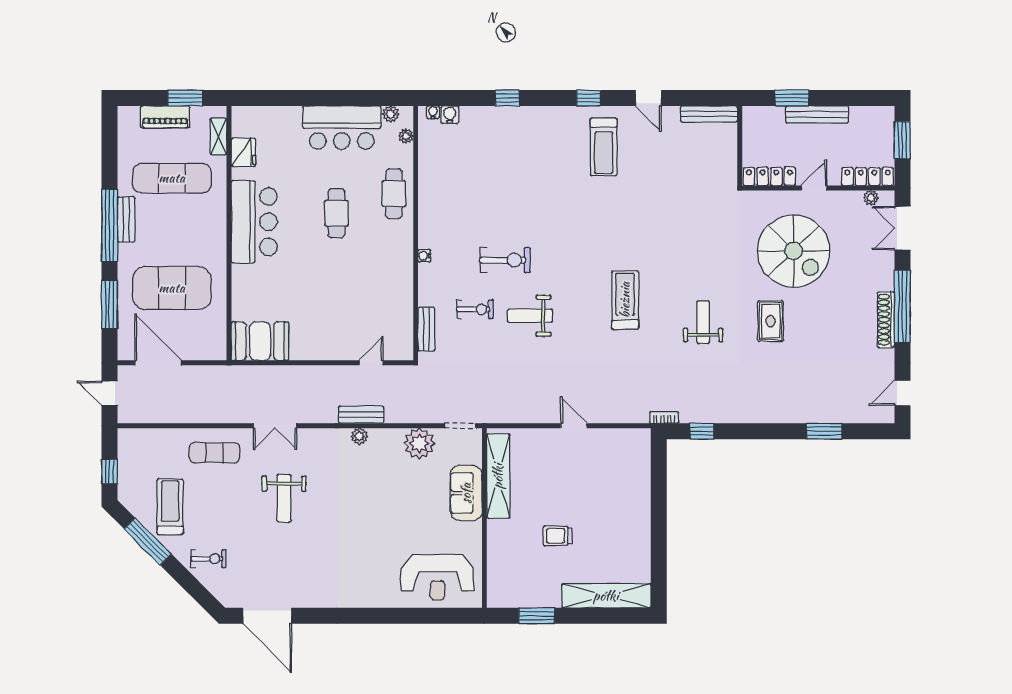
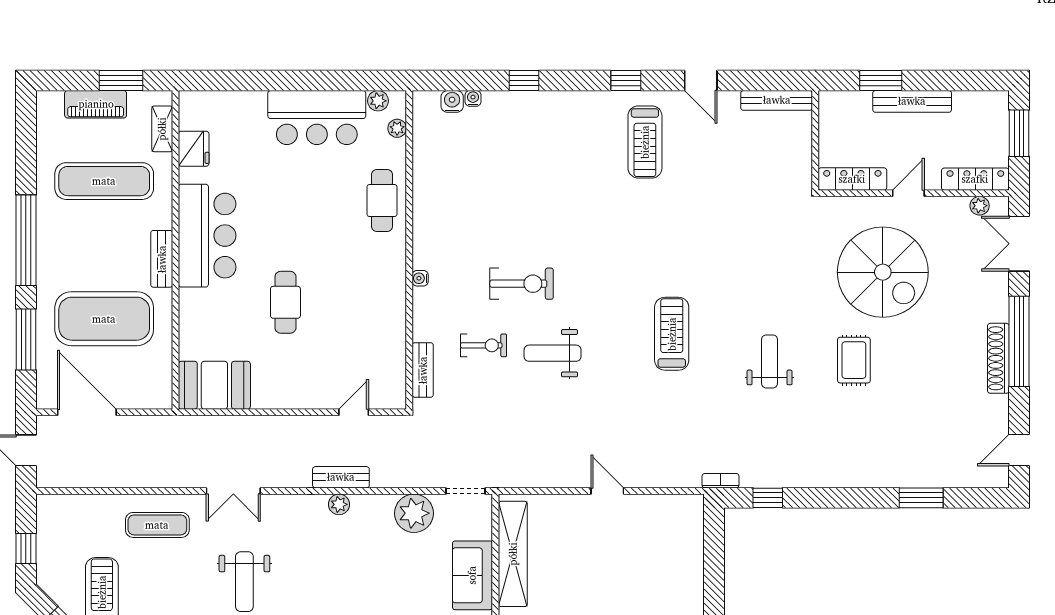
water cooler: (433, 112) -> (473, 98), moved
cafe table: (336, 213) -> (285, 302), moved
bench: (126, 219) -> (162, 259), moved

